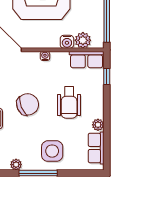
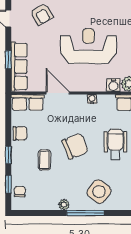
wheelchair: (69, 103) -> (115, 144), turned 180
side table: (52, 151) -> (99, 192), turned 38

